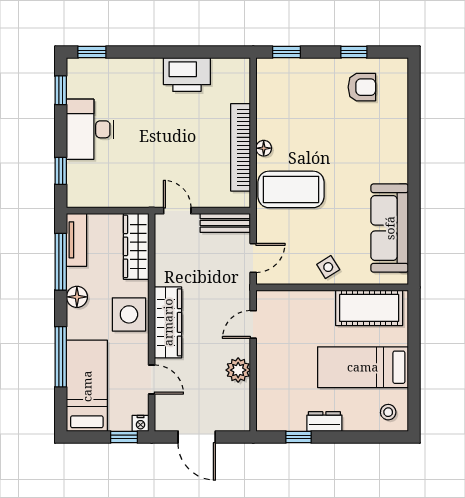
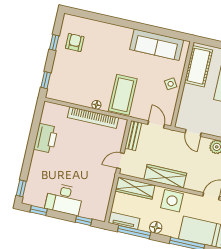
wardrobe: (168, 322) -> (165, 176), moved

